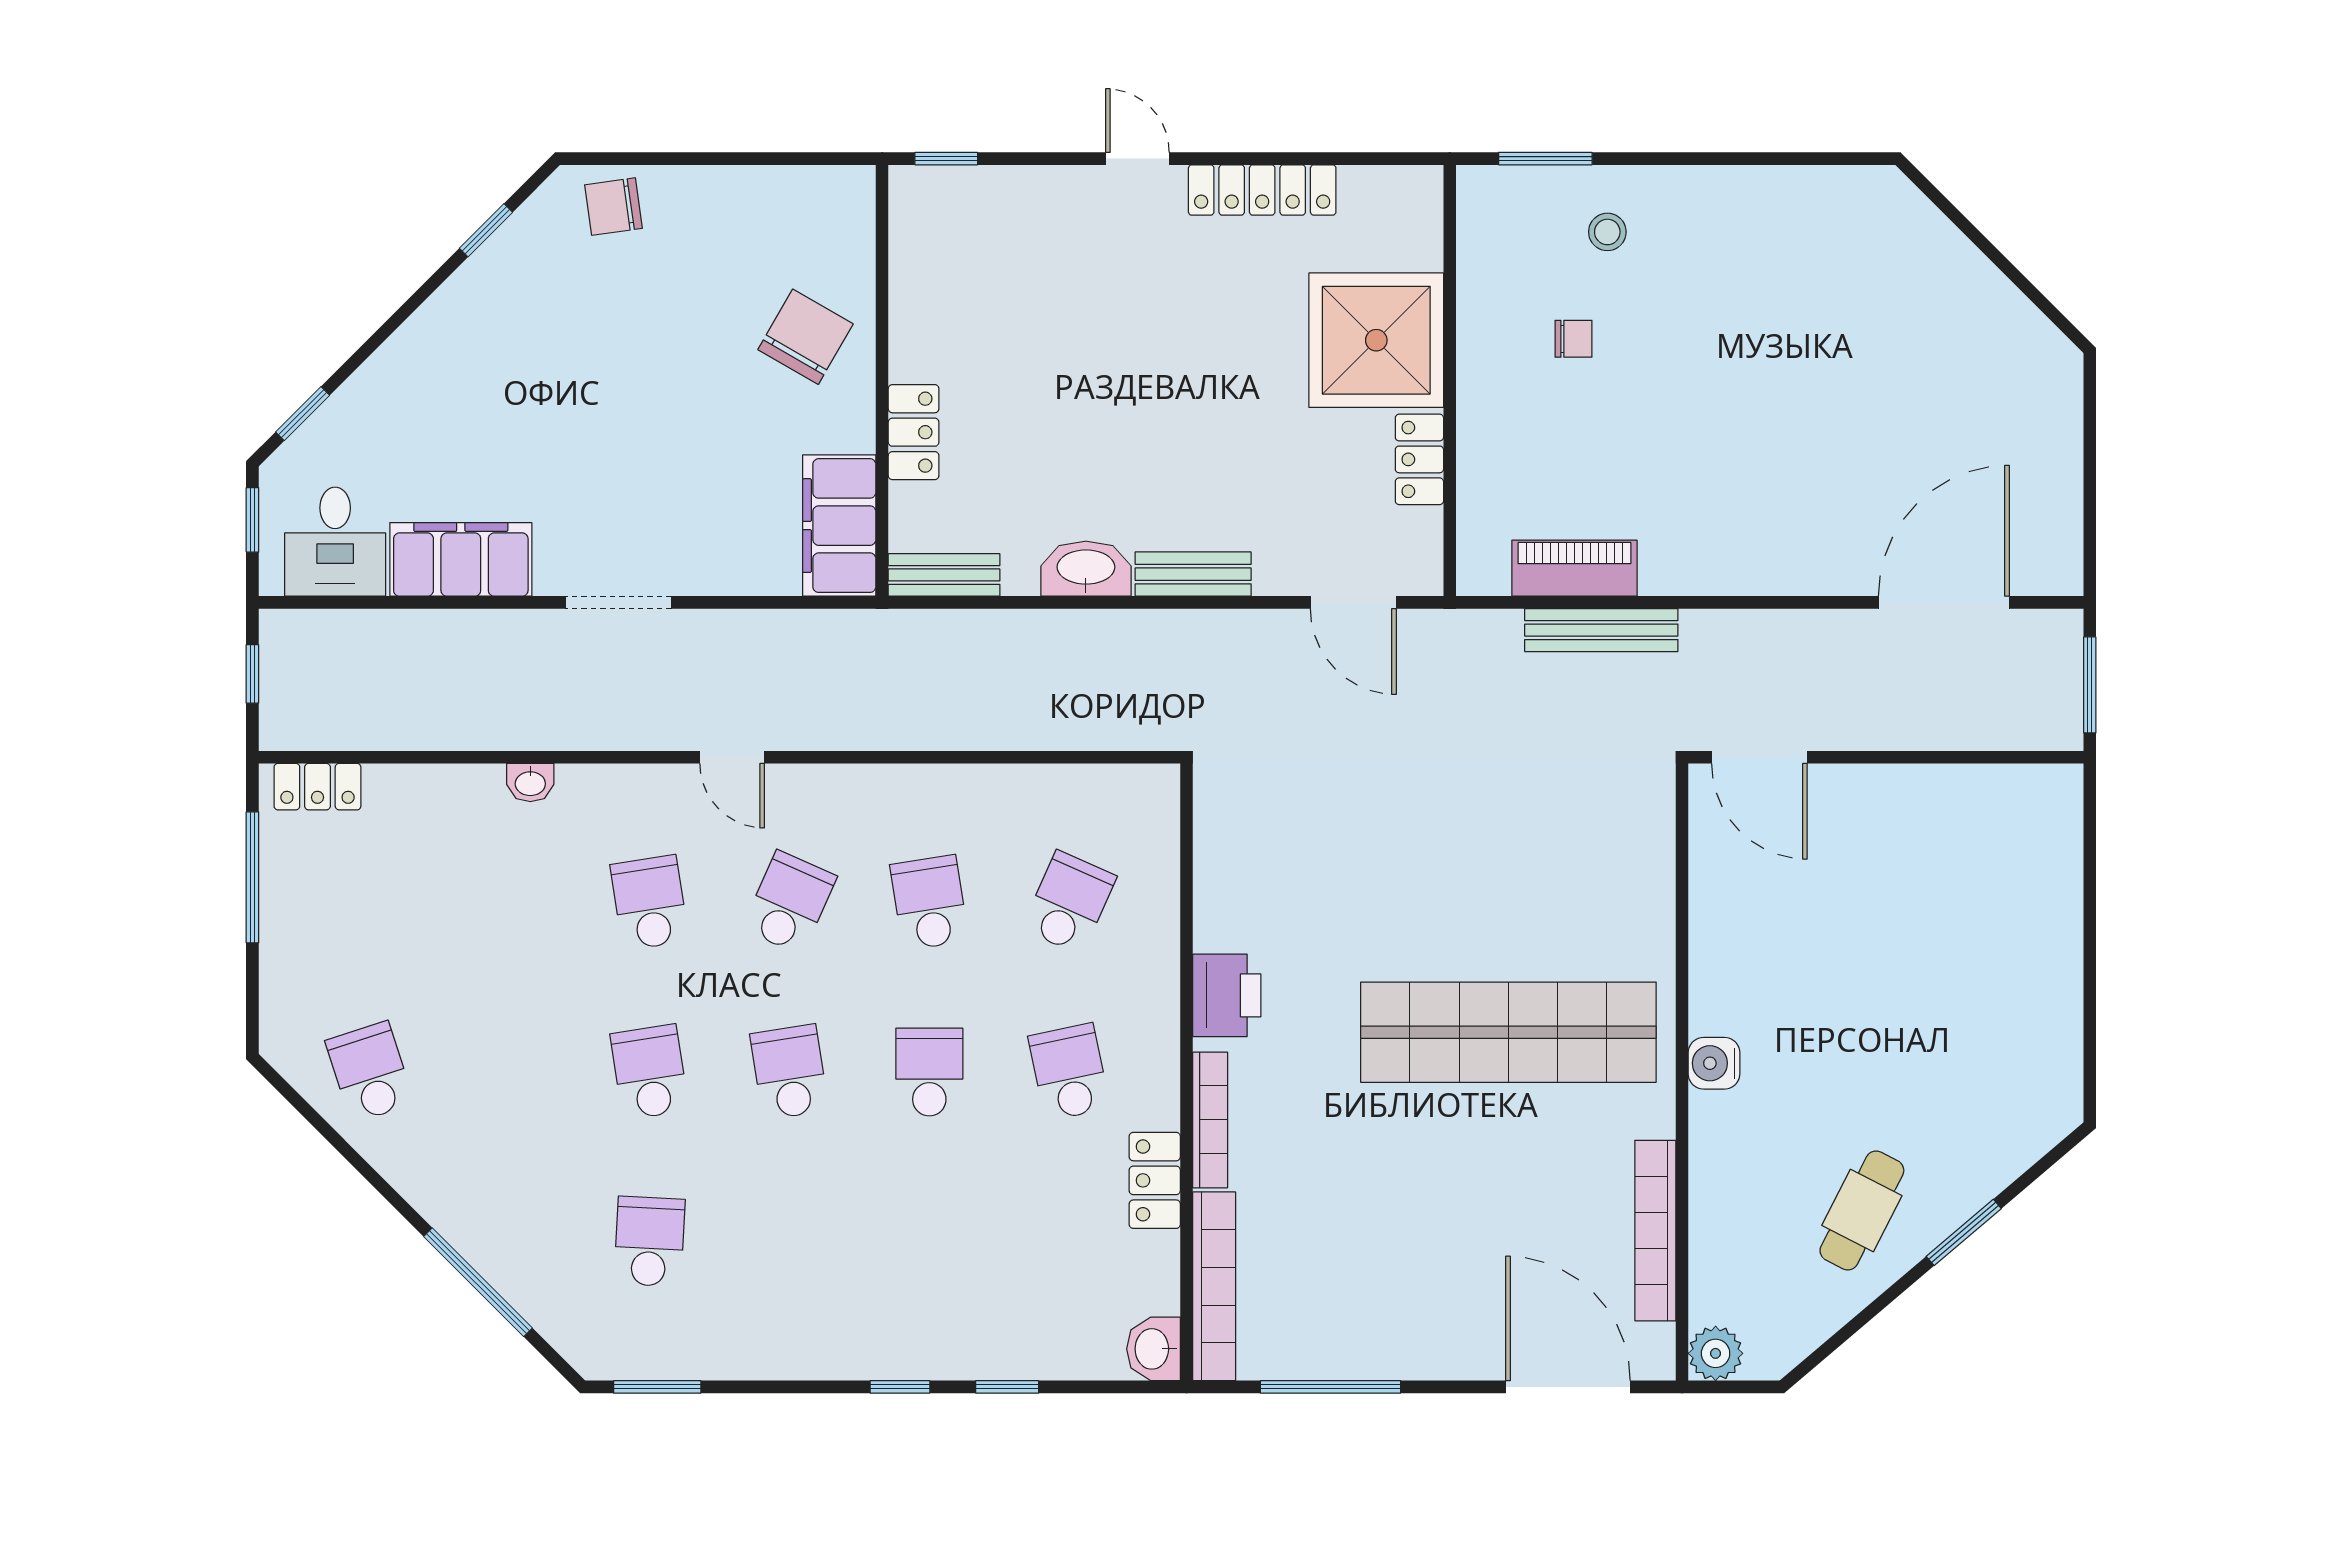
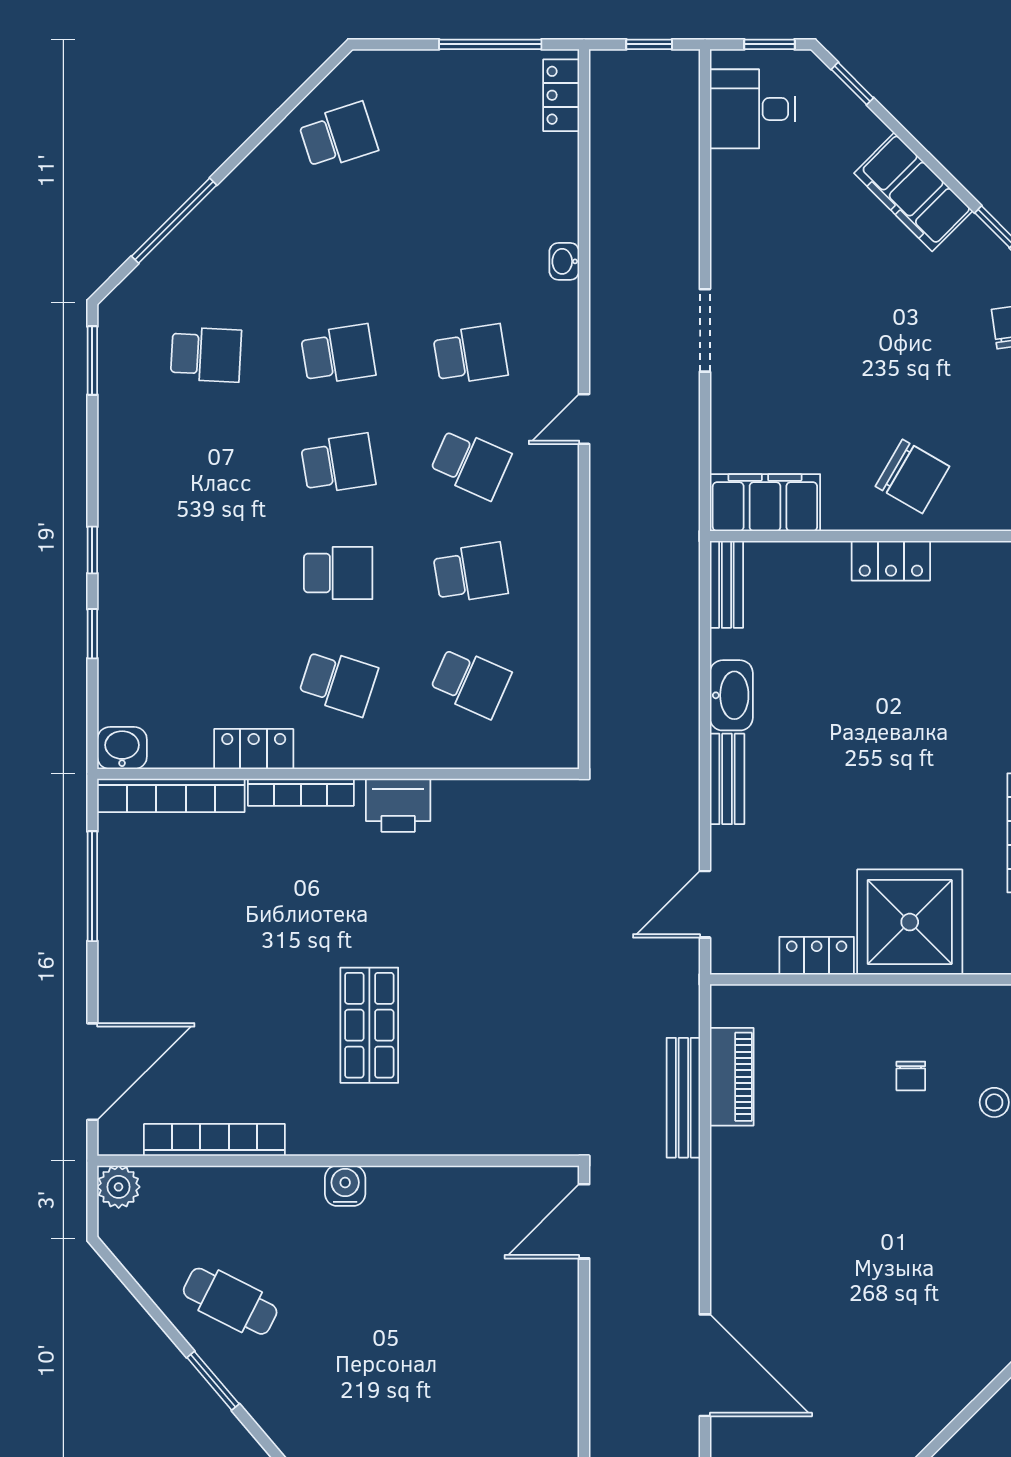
locker: (914, 432) -> (891, 561), moved
filing cabinet: (461, 559) -> (913, 192), moved, turned 135
shop shelf: (1508, 1032) -> (369, 1025), width x0.50, depth x0.74
school desk: (1069, 1072) -> (338, 682), turned 30

